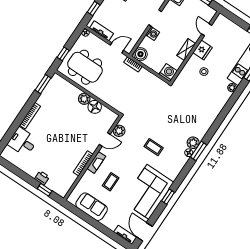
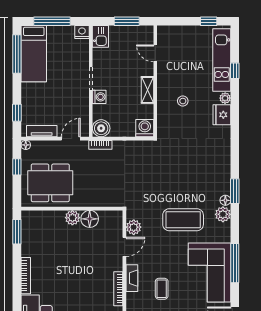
fridge: (203, 50) -> (222, 115), moved, turned 180
window: (63, 54) -> (17, 167), moved
plant: (193, 143) -> (223, 214), moved
coffee table: (154, 147) -> (183, 220), width x1.86, depth x1.72
window: (168, 197) -> (235, 263), width x2.17

